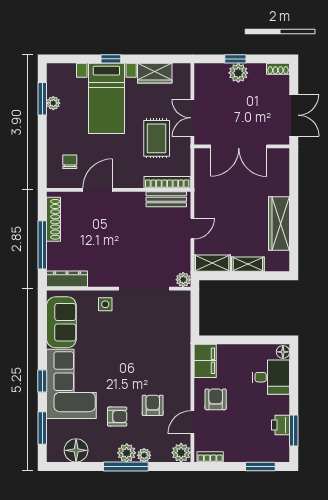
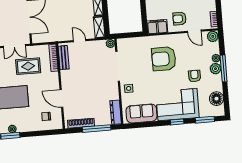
armchair: (153, 405) -> (164, 59), moved, width x1.88, depth x1.88

